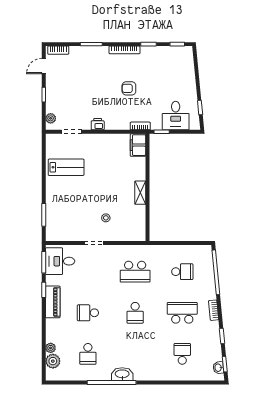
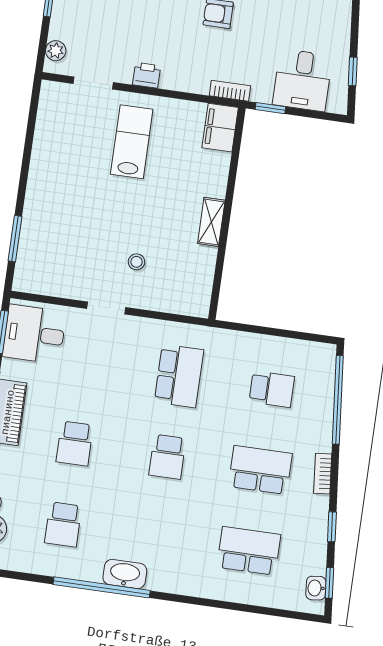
lab bench: (66, 167) -> (132, 142), moved, turned -90
school desk: (135, 272) -> (179, 376), turned -90
school desk: (88, 313) -> (75, 444), turned -90
school desk: (182, 354) -> (249, 551), width x1.85

